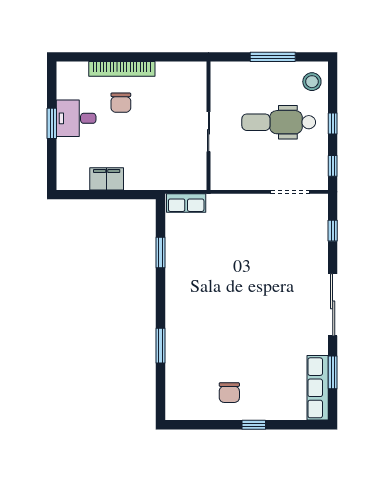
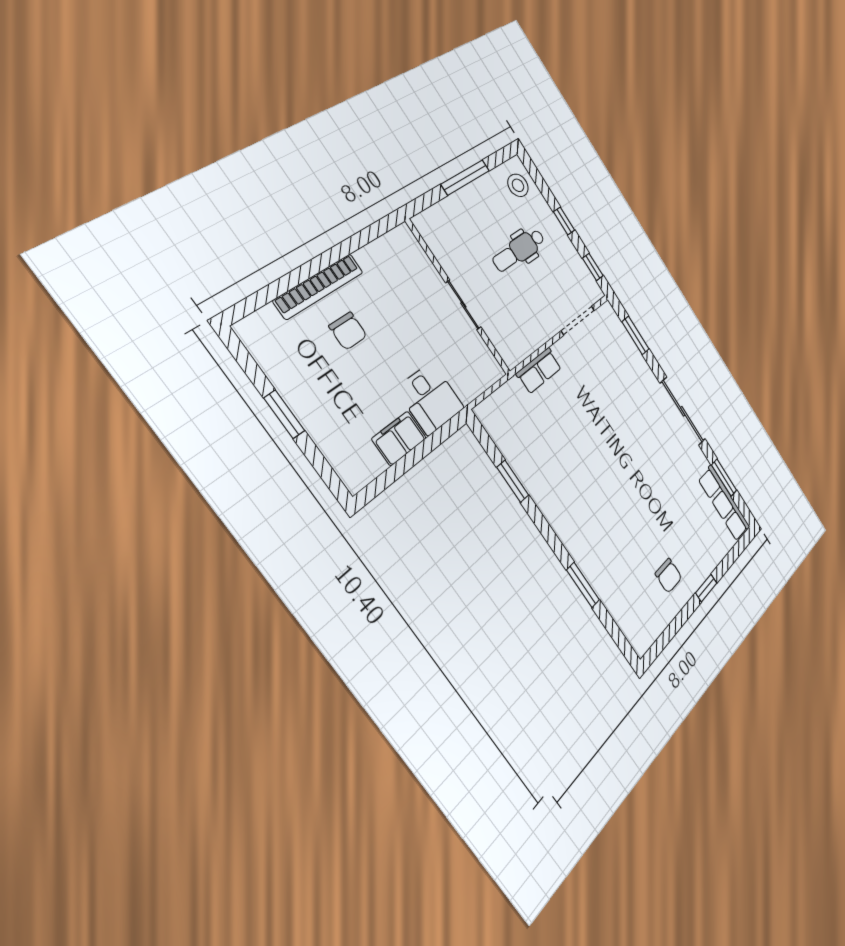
desk: (76, 118) -> (430, 398), moved, turned -90
dental chair: (279, 122) -> (519, 250), width x0.73, depth x0.72
row of seats: (186, 203) -> (539, 371), moved
window: (333, 231) -> (635, 335), width x1.50

